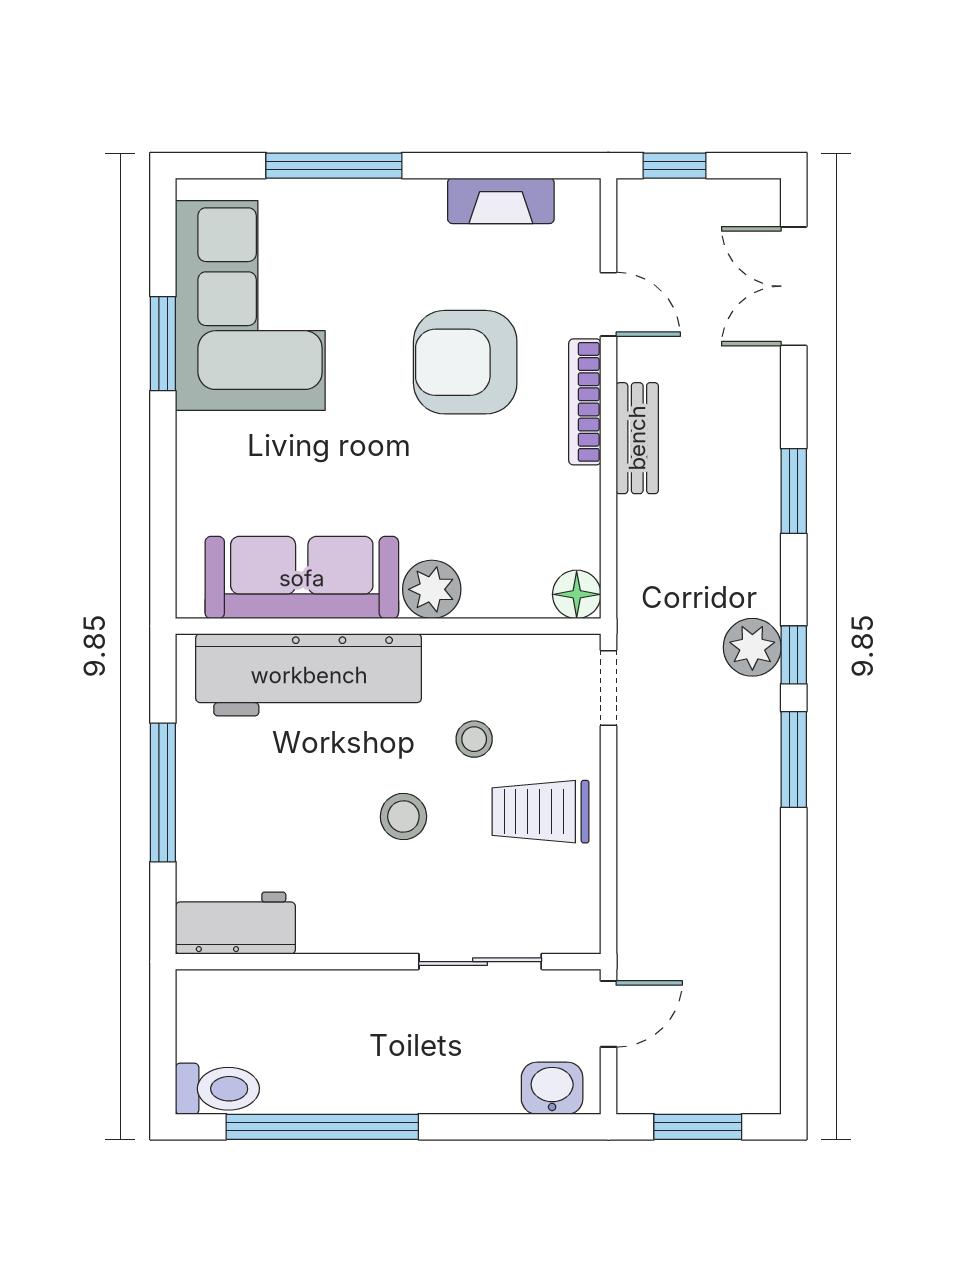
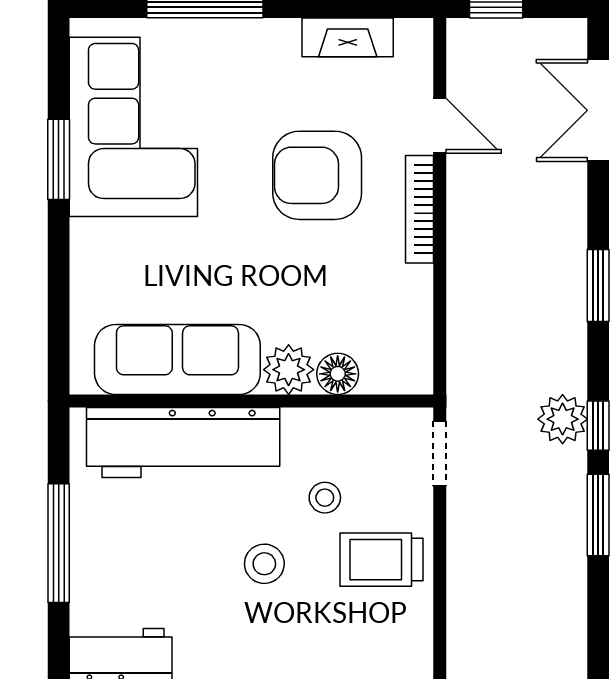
bench: (637, 438) -> (464, 240), removed
floor lamp: (577, 594) -> (338, 374), moved

